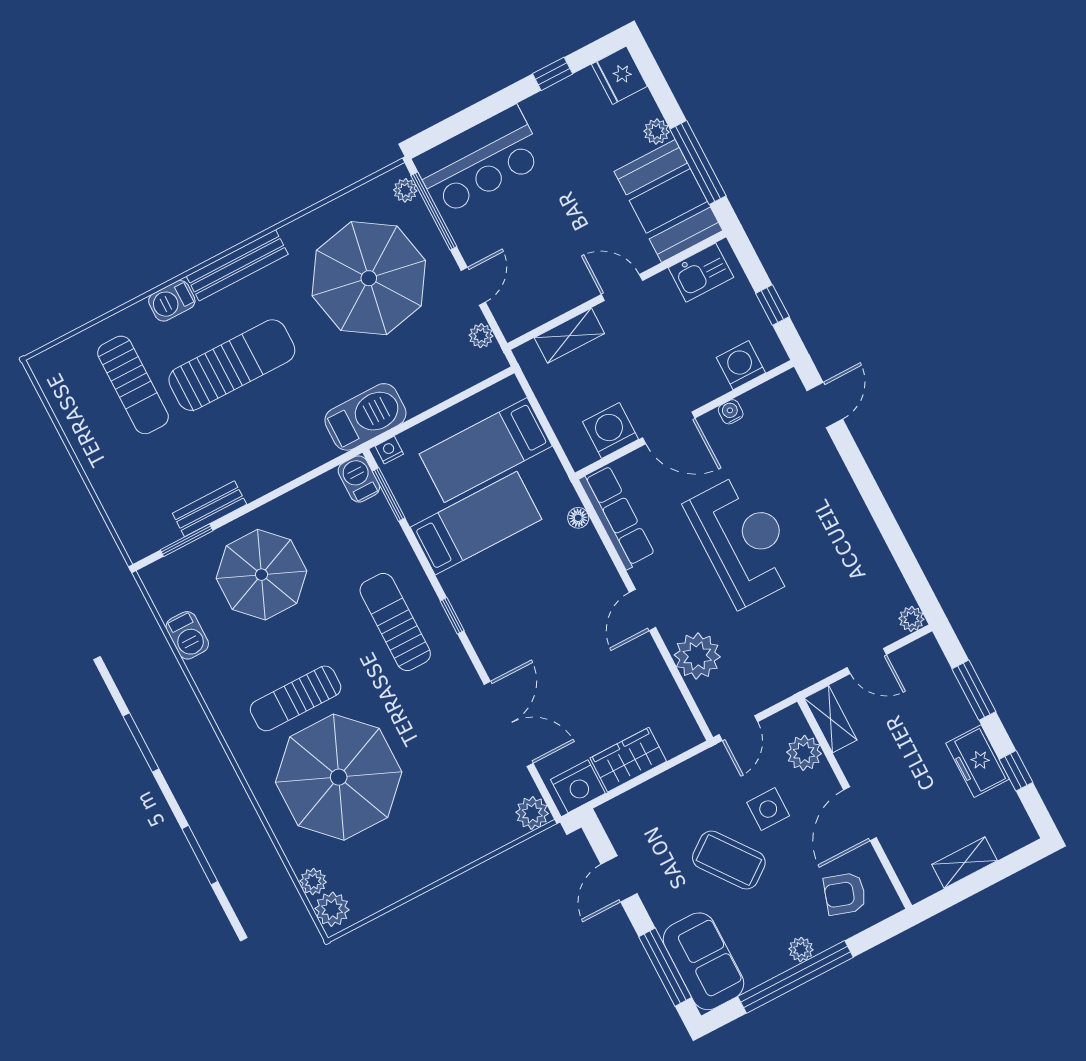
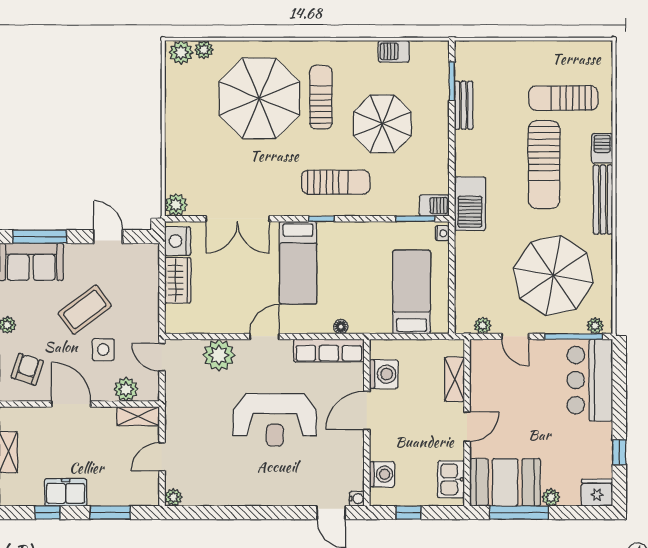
water cooler: (731, 412) -> (357, 499), moved
barbecue: (365, 417) -> (470, 204), moved
bed: (476, 523) -> (298, 263), moved
parasol: (261, 575) -> (382, 124), moved
door: (642, 610) -> (264, 336), hinge flipped

